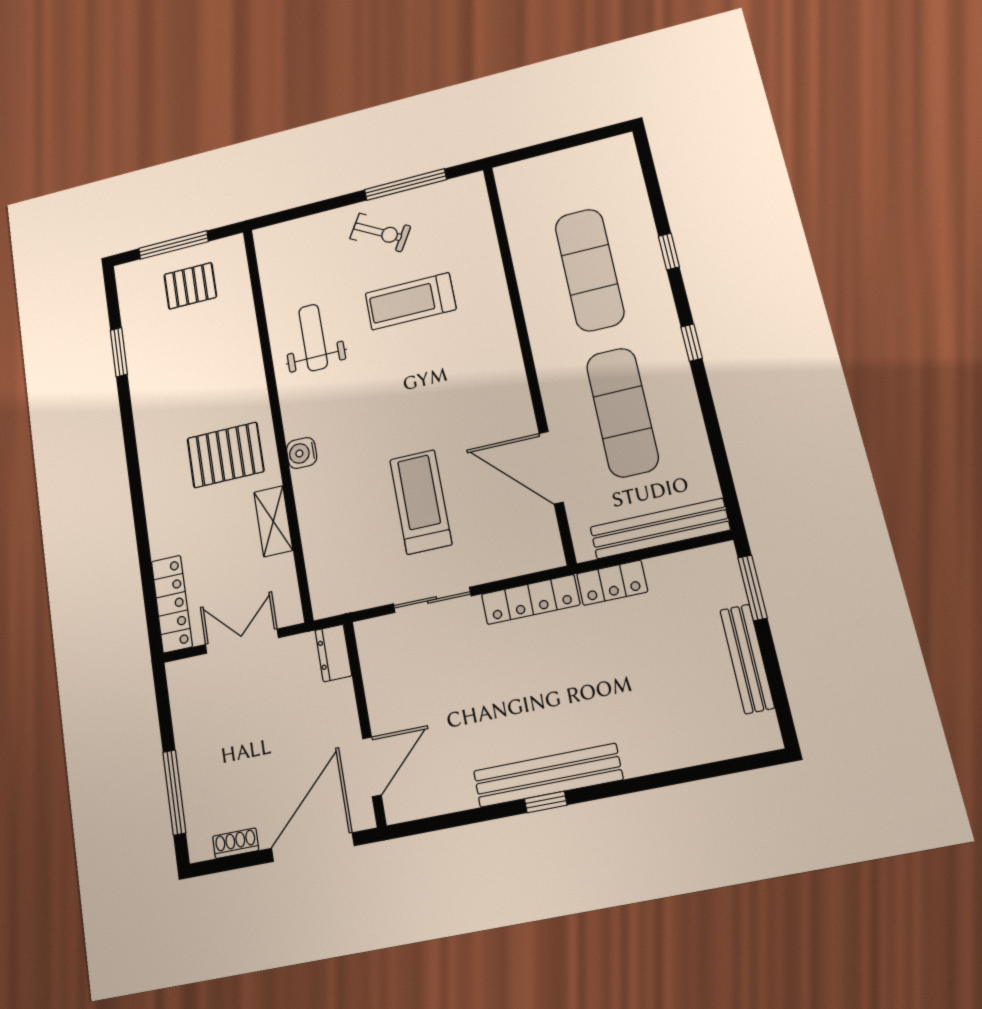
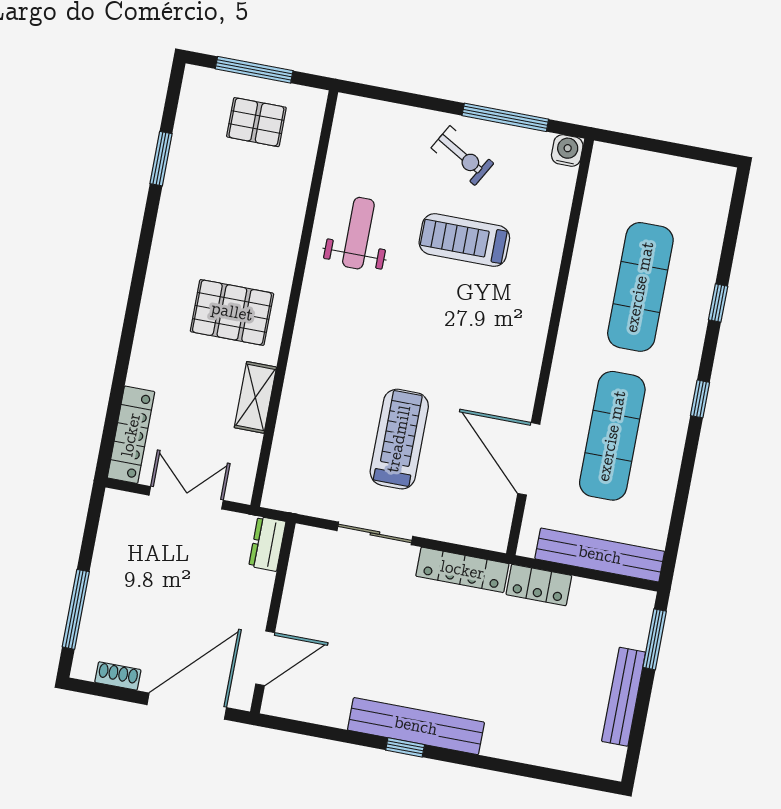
water cooler: (302, 453) -> (567, 151), moved, turned 90

